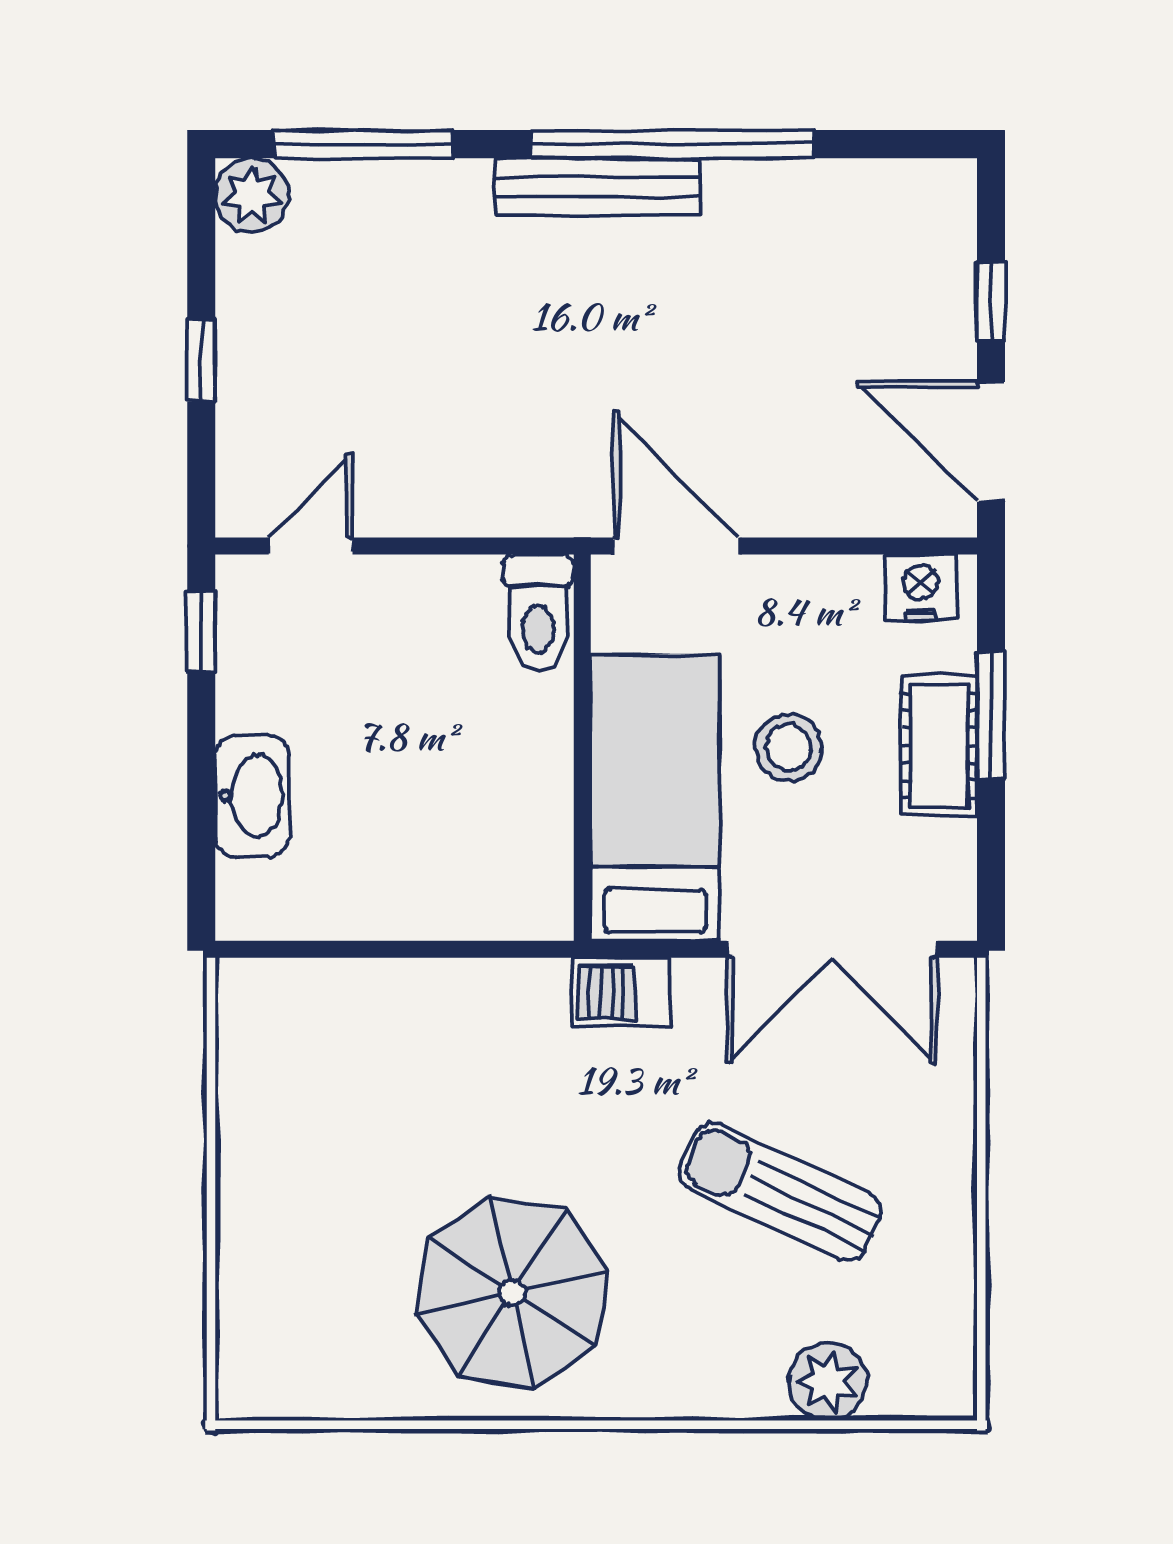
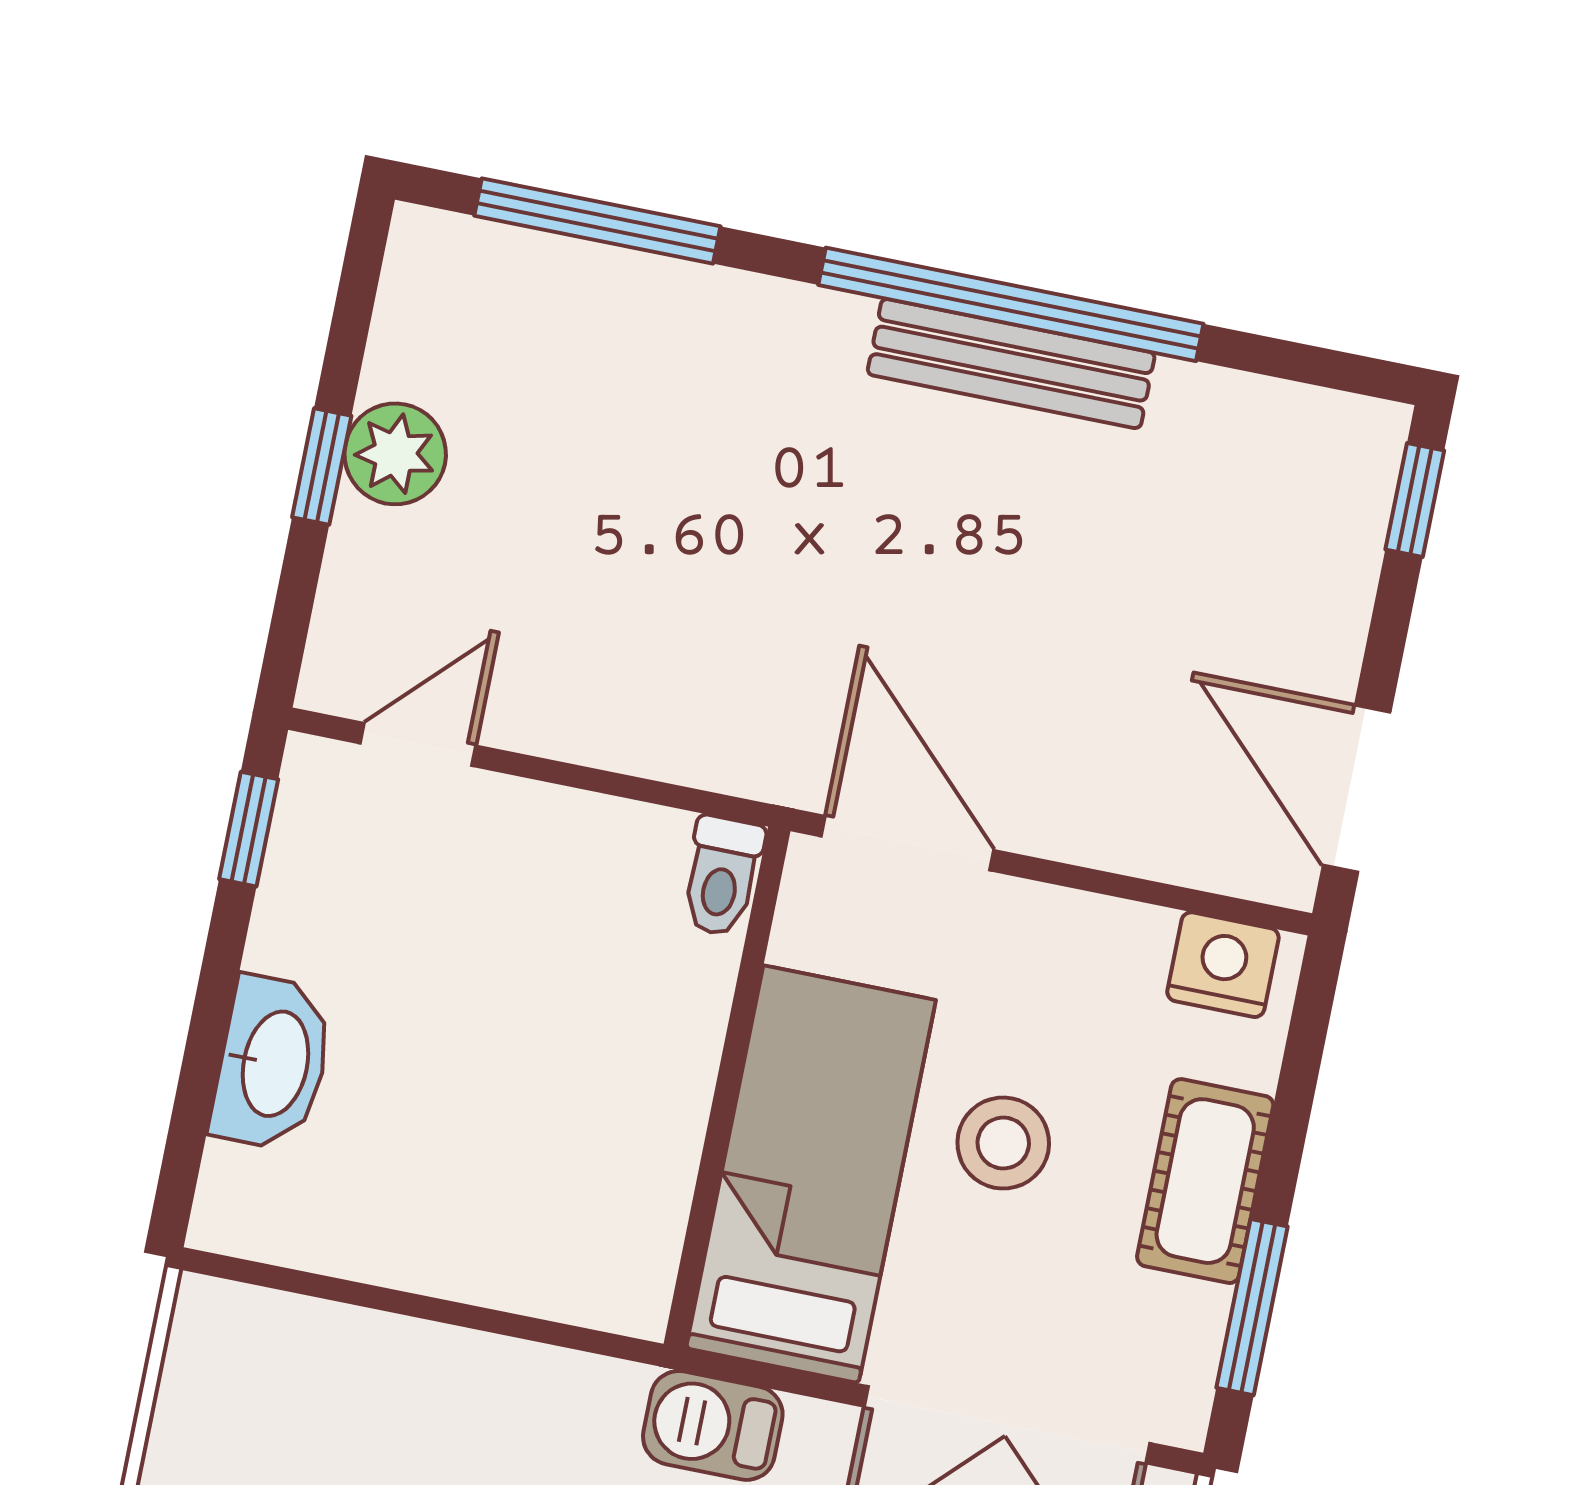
bench: (598, 187) -> (1011, 364), moved
plant: (252, 195) -> (395, 454), moved
window: (991, 301) -> (1415, 500), moved
toilet: (538, 613) -> (722, 876), width x0.73, depth x0.72
window: (991, 715) -> (1252, 1307), moved

